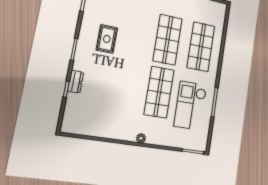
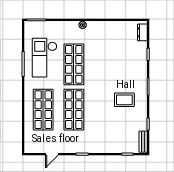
rug: (107, 39) -> (124, 100), turned 90
dresser: (75, 82) -> (142, 32), moved
checkout: (190, 106) -> (45, 58), turned 180

